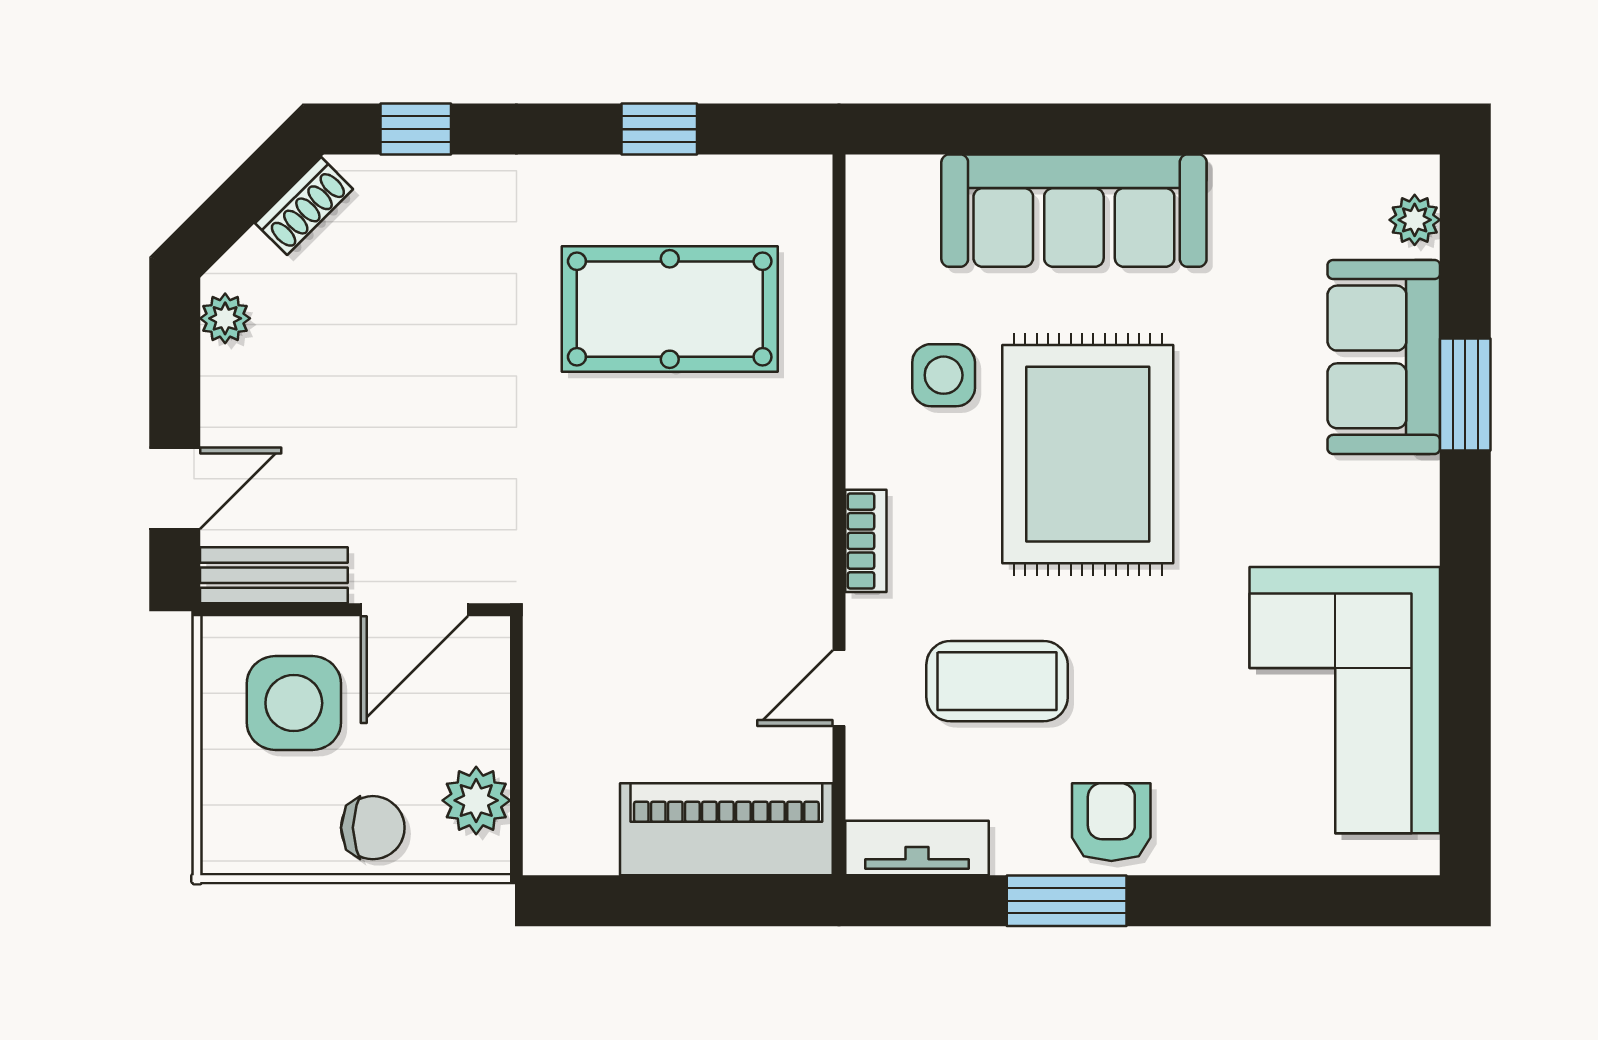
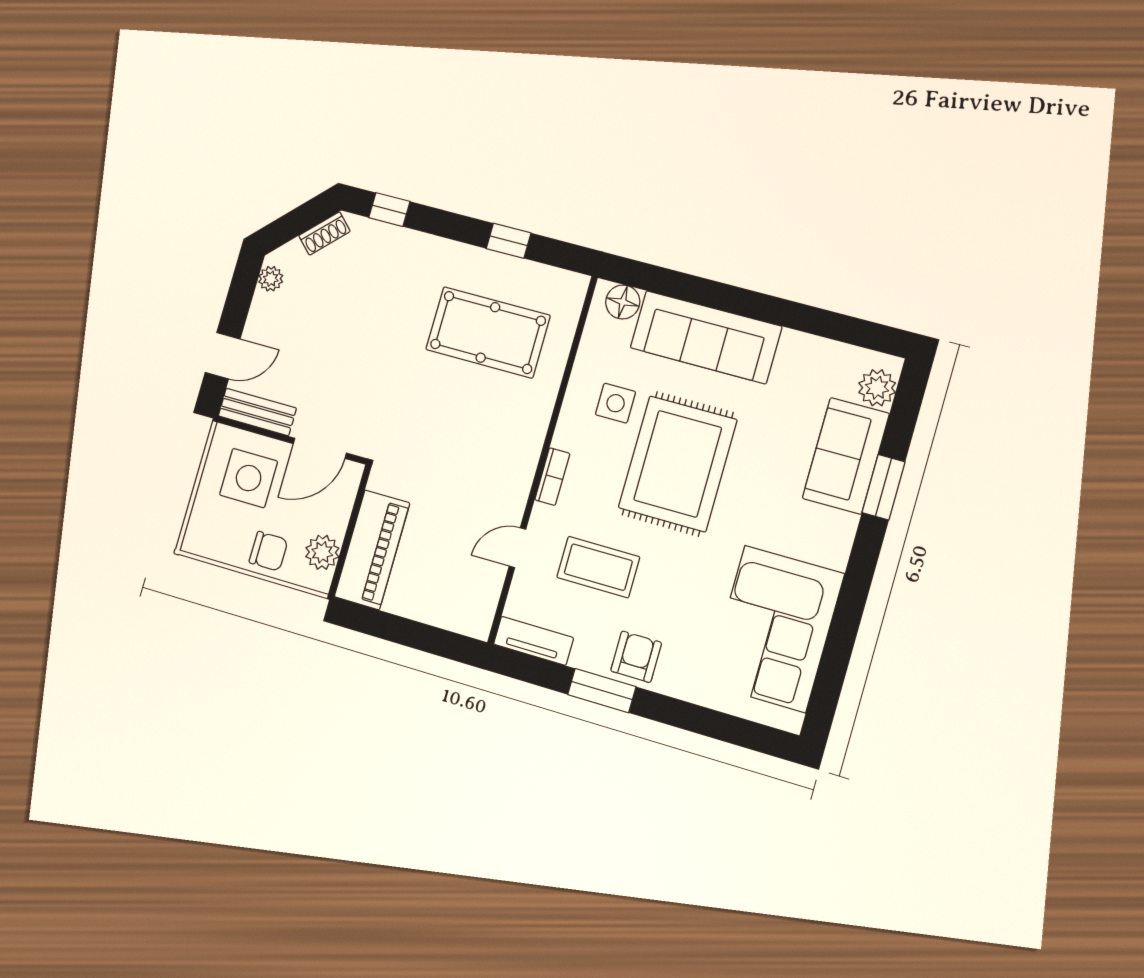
floor lamp: (904, 187) -> (623, 302), added
plant: (1415, 220) -> (877, 388), width x1.38, depth x1.38
piano: (726, 829) -> (372, 550), moved, turned 90

